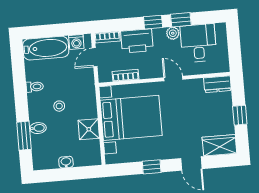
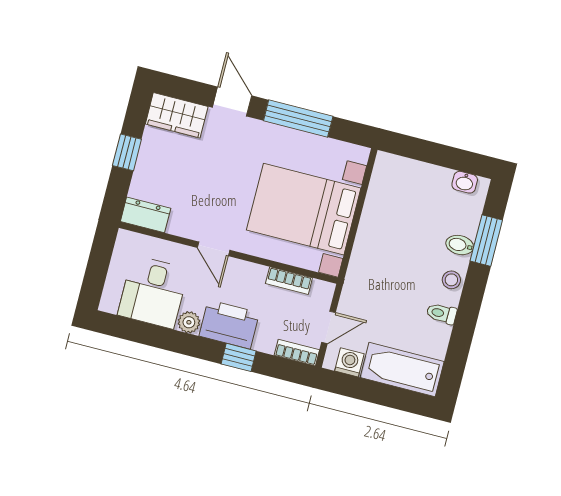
window: (181, 20) -> (168, 339), removed
window: (153, 22) -> (239, 357), moved
printer: (137, 41) -> (229, 324), moved
stool: (59, 106) -> (451, 280), moved
shower: (89, 129) -> (378, 214), removed
washbasin: (66, 162) -> (465, 182), moved
window: (152, 167) -> (298, 118), width x2.17

